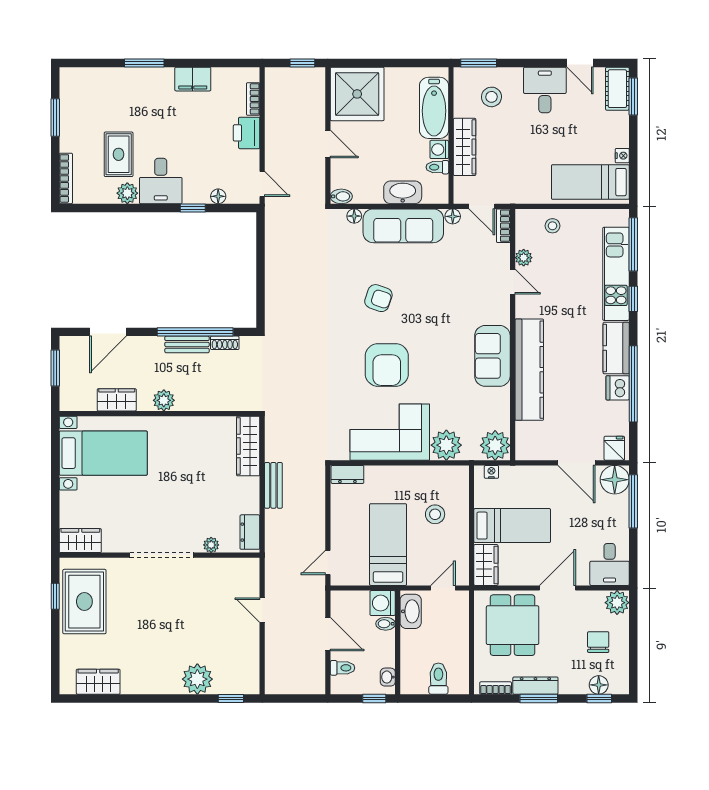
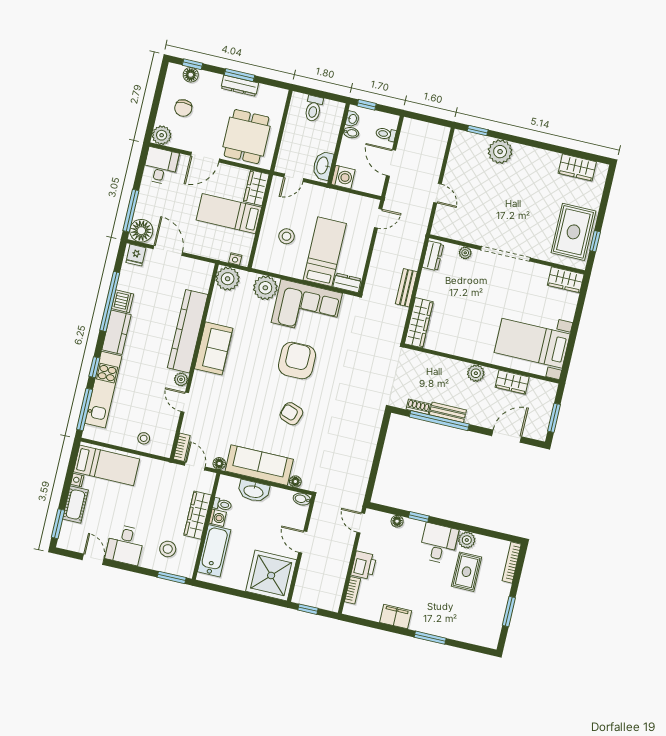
cot: (617, 89) -> (75, 504), moved
plant: (524, 258) -> (181, 379), moved
bed: (388, 545) -> (325, 252), moved, turned 180
bidet: (386, 624) -> (351, 133), moved
bookcase: (496, 688) -> (271, 91), removed

